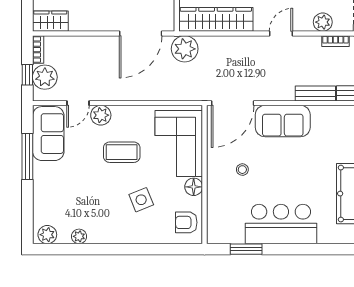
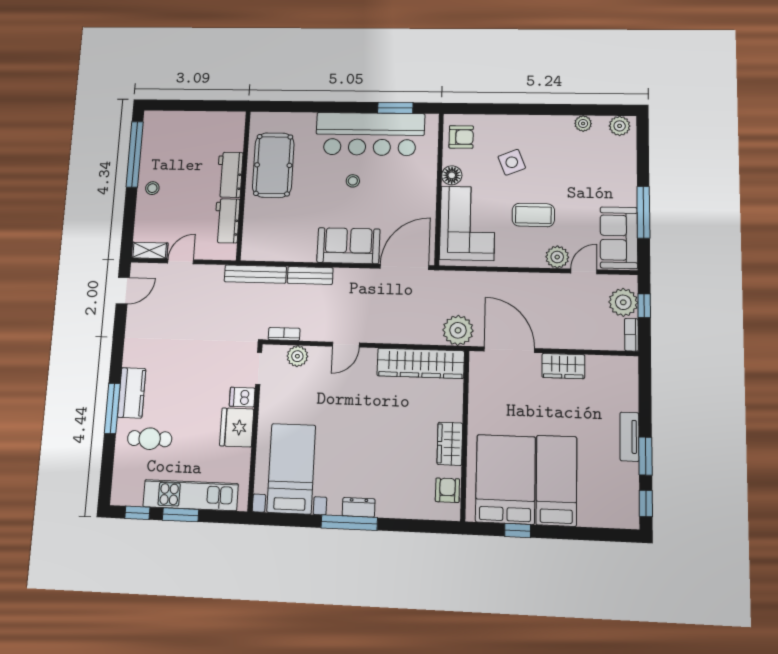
wardrobe: (50, 21) -> (563, 366), moved
door: (141, 33) -> (509, 350), hinge flipped
stool: (242, 170) -> (353, 181), moved
bar counter: (281, 224) -> (370, 134), width x1.36

